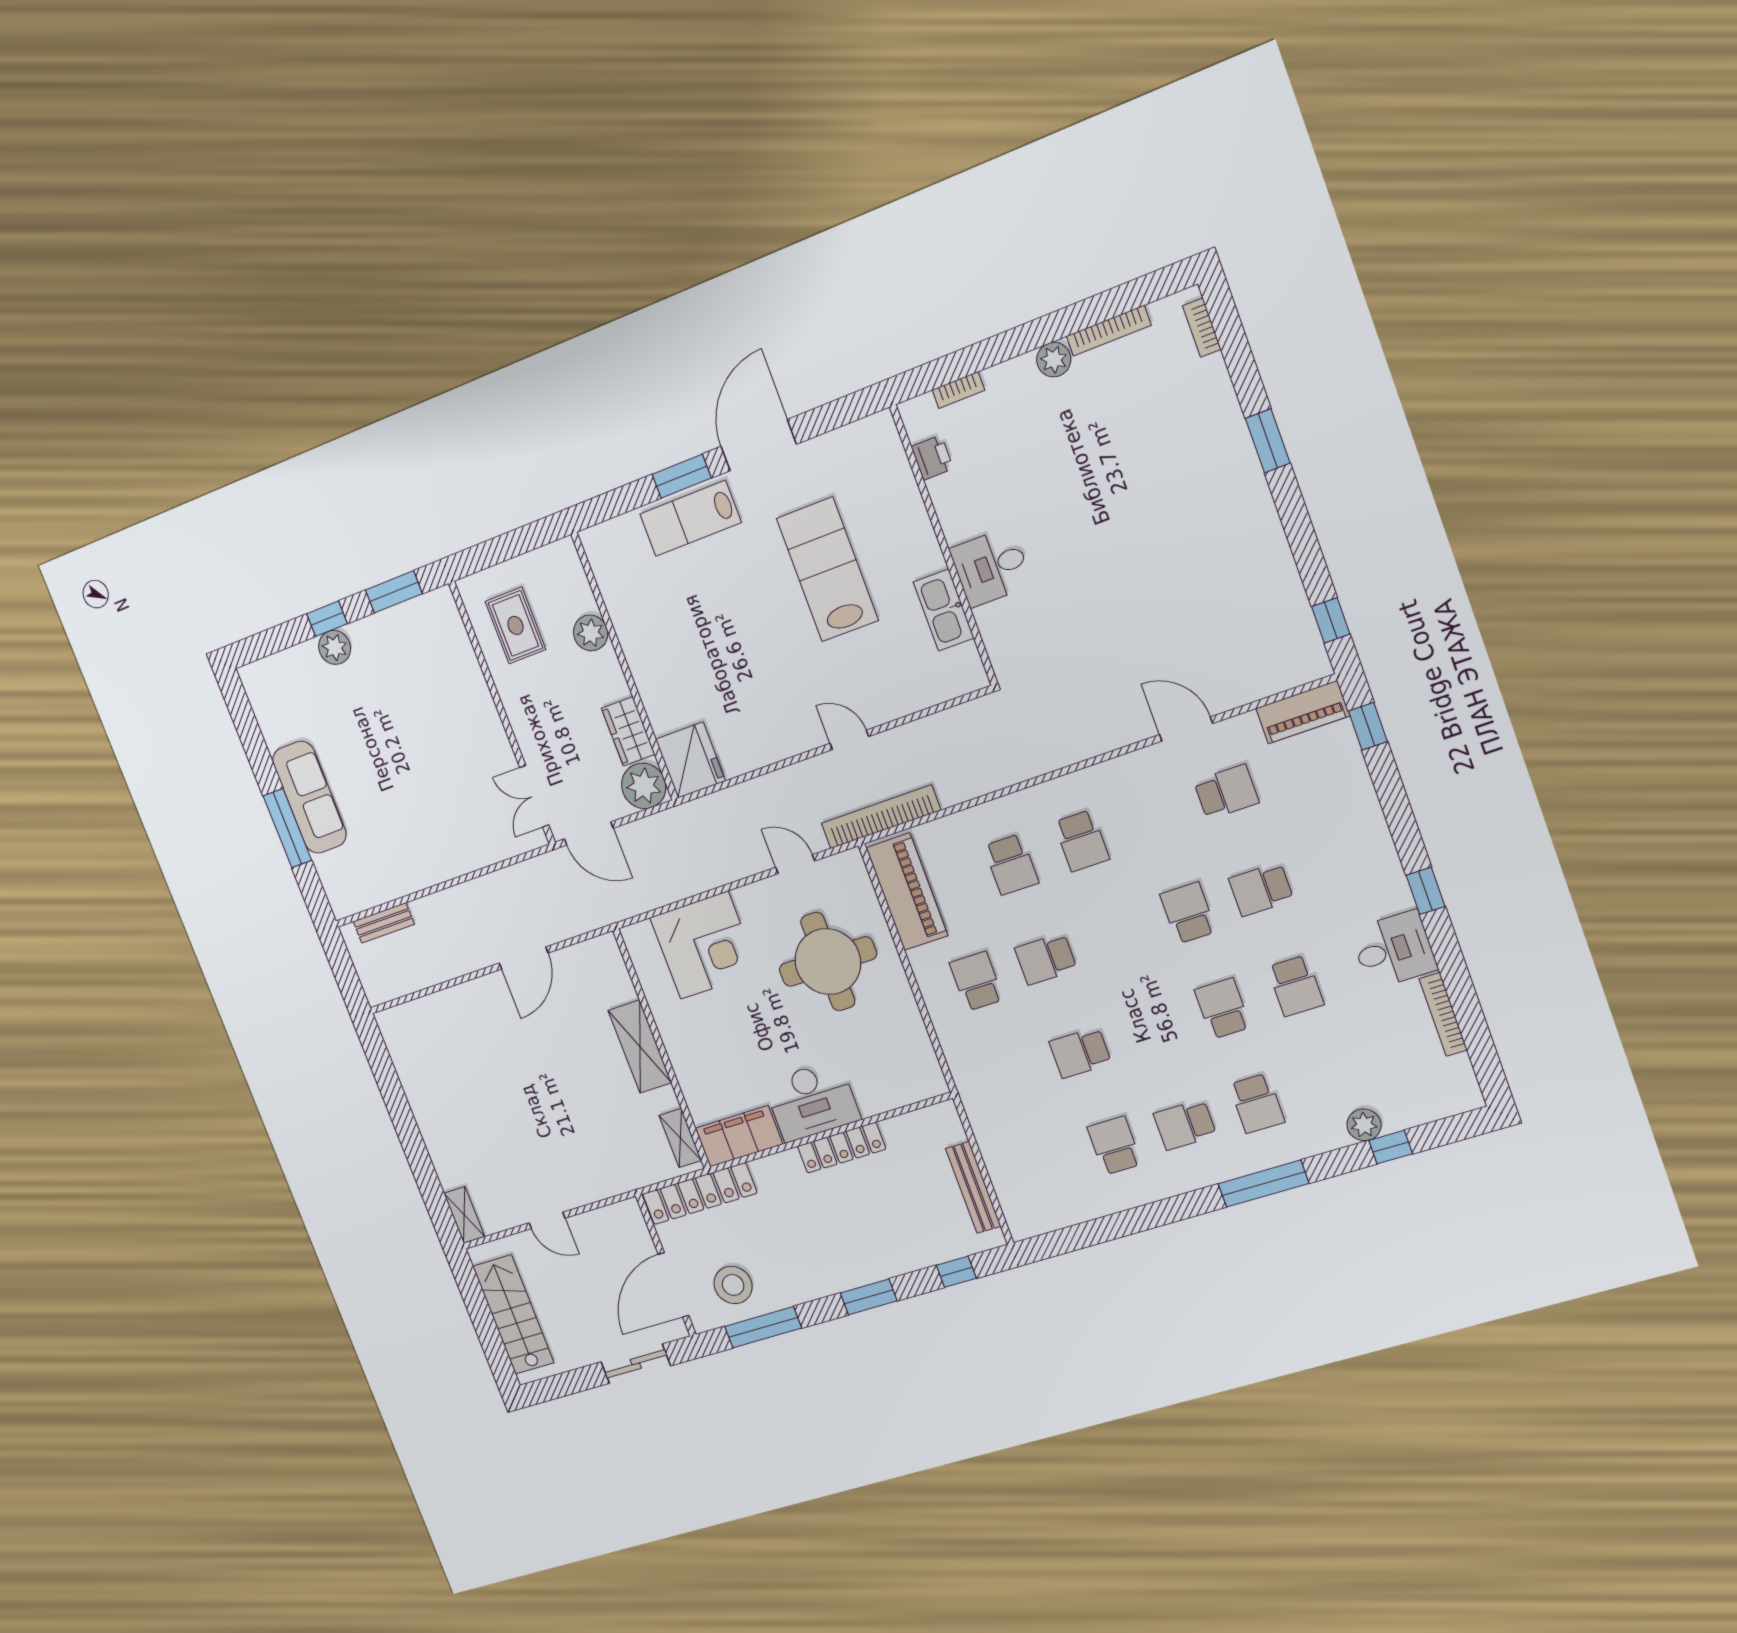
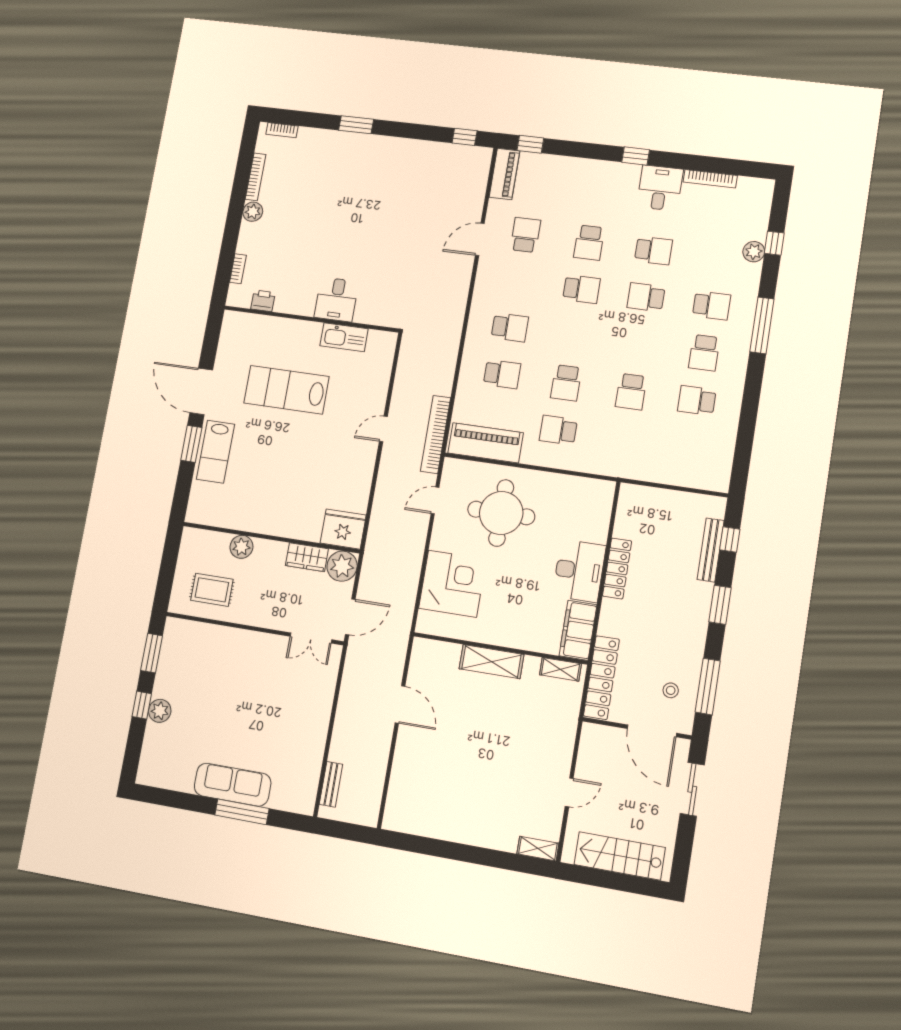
school desk: (1188, 913) -> (581, 289), turned 180
bench: (973, 1187) -> (711, 550), moved, turned 90
stool: (733, 1285) -> (671, 690), width x0.53, depth x0.53

